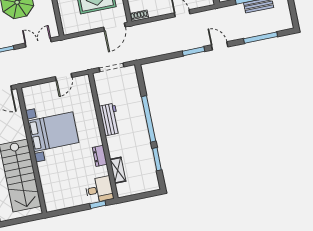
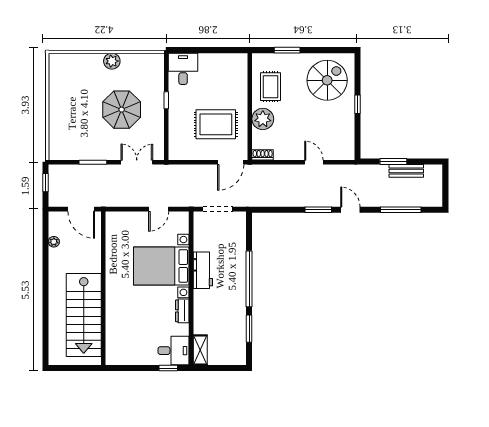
bed with nightstands: (53, 132) -> (161, 266), moved, turned 180
shelving: (118, 170) -> (200, 350), moved

